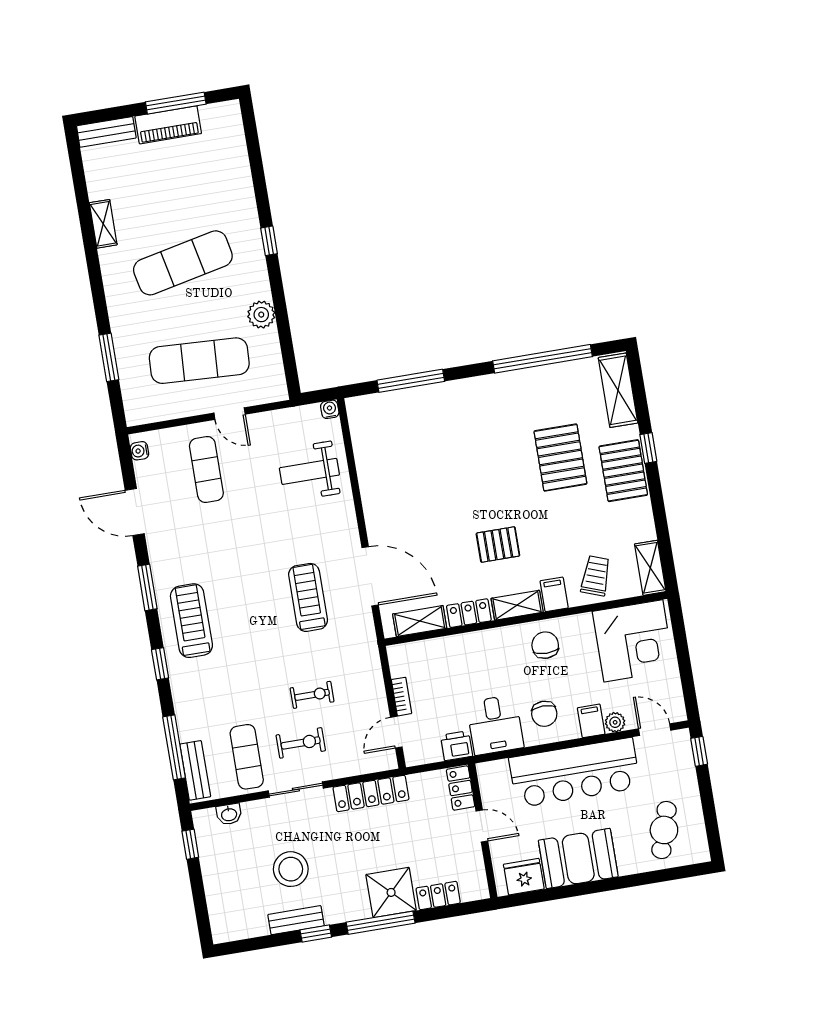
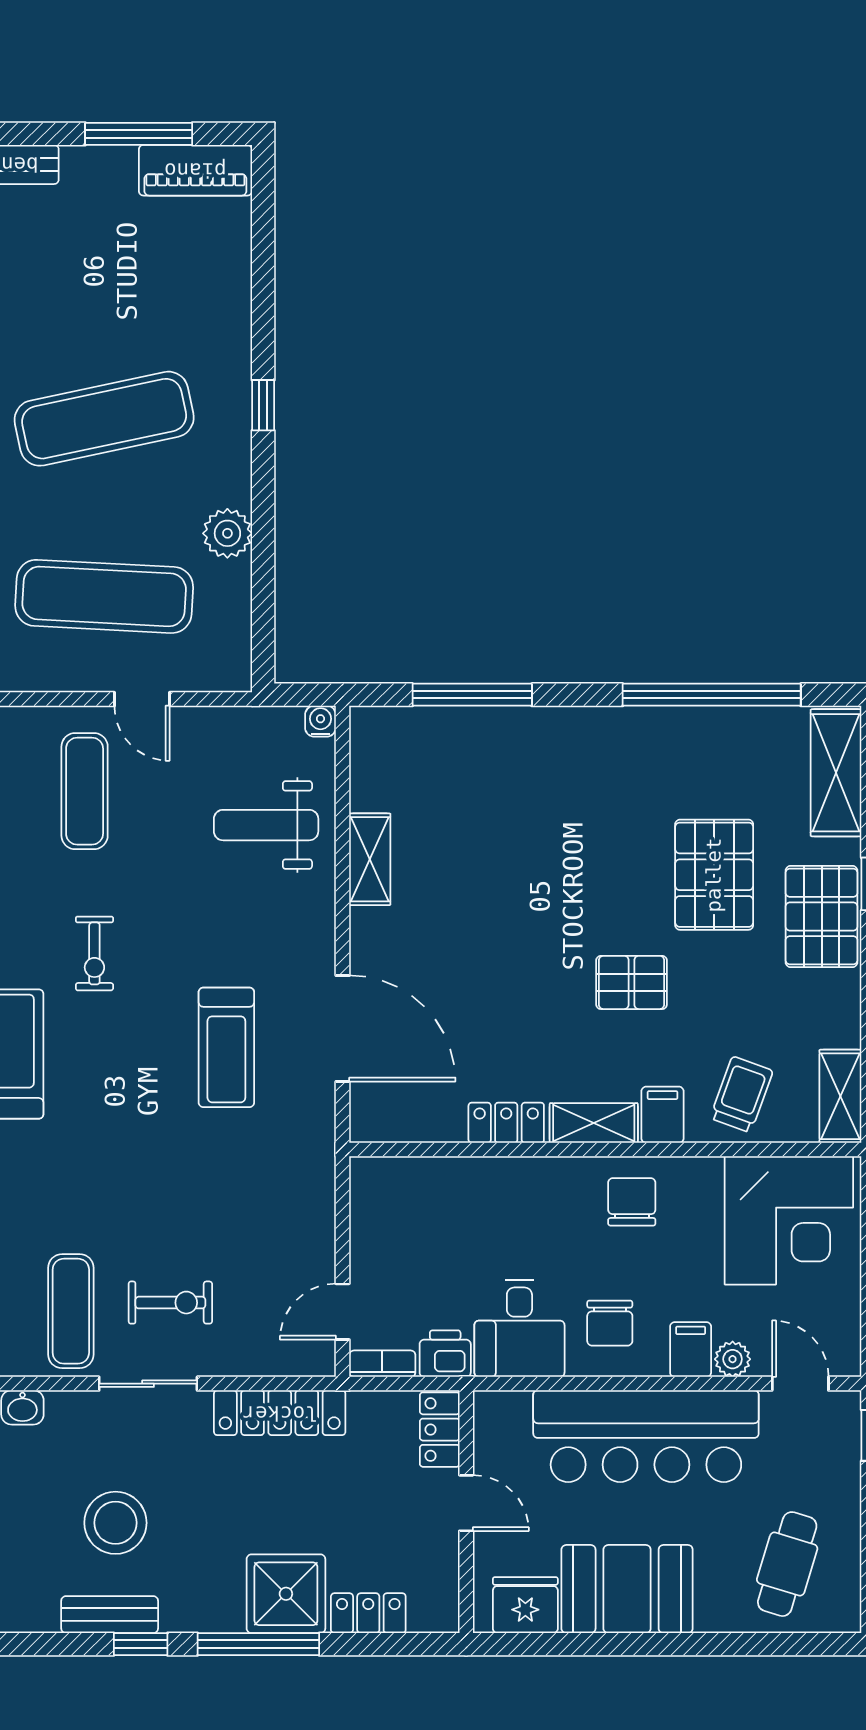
piano: (168, 125) -> (195, 170), moved
pallet: (498, 545) -> (632, 982), moved
treadmill: (308, 597) -> (226, 1047), turned 180
shelving: (420, 621) -> (370, 859), moved, turned 90
exercise bike: (312, 695) -> (94, 953), moved, turned 90
bookcase: (402, 697) -> (382, 1364), moved, turned -90

